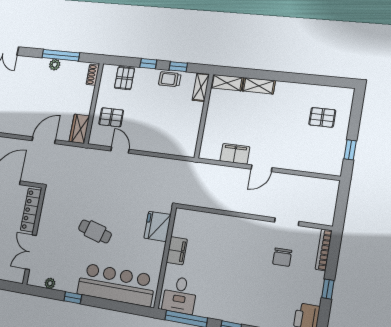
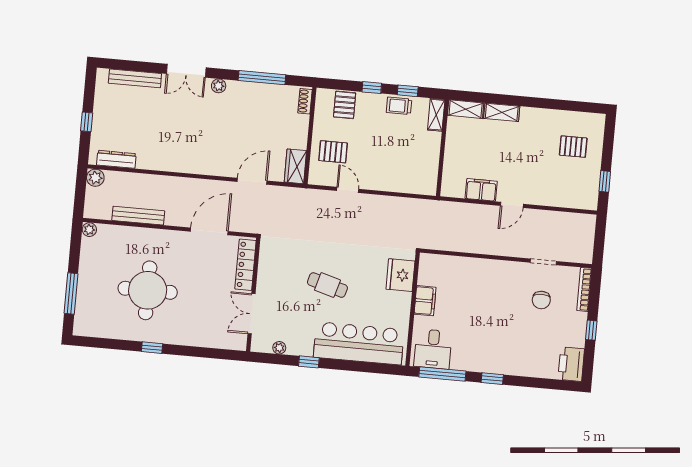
plant: (55, 65) -> (219, 86), moved

